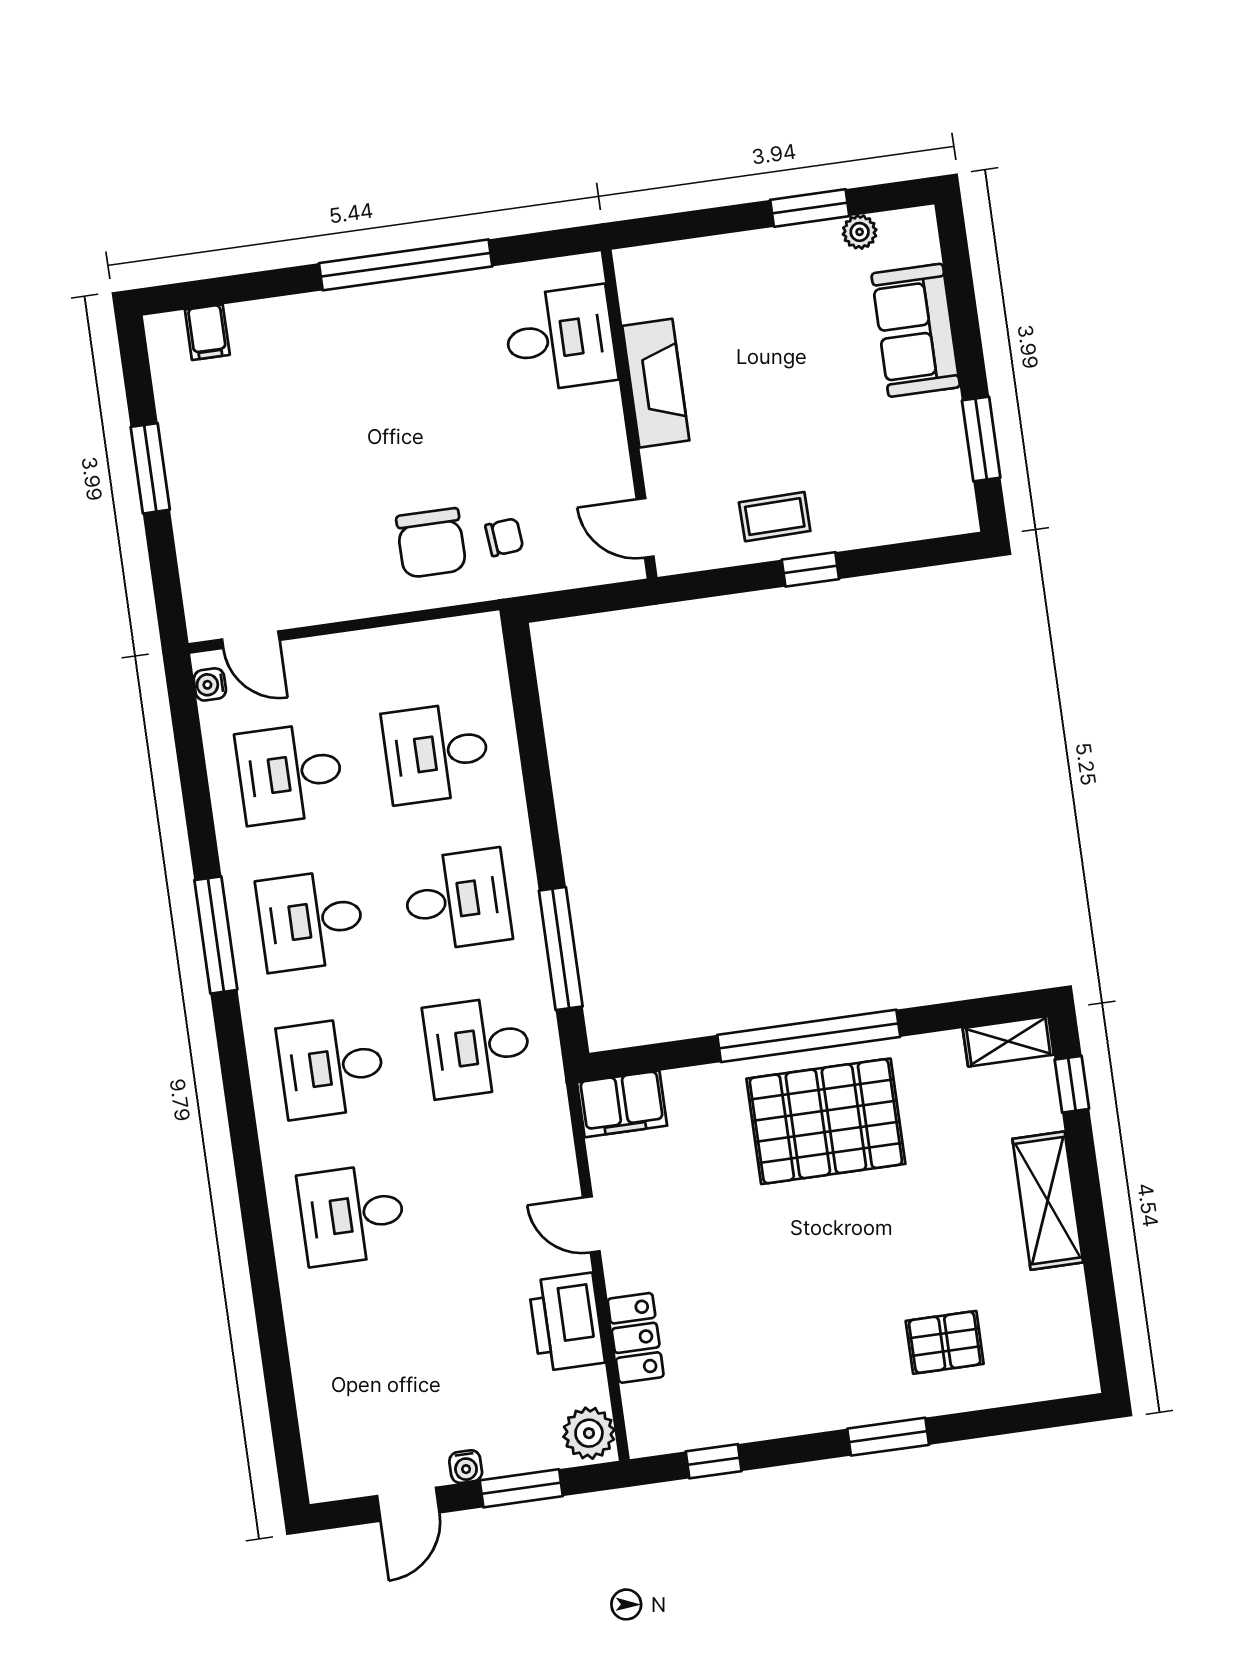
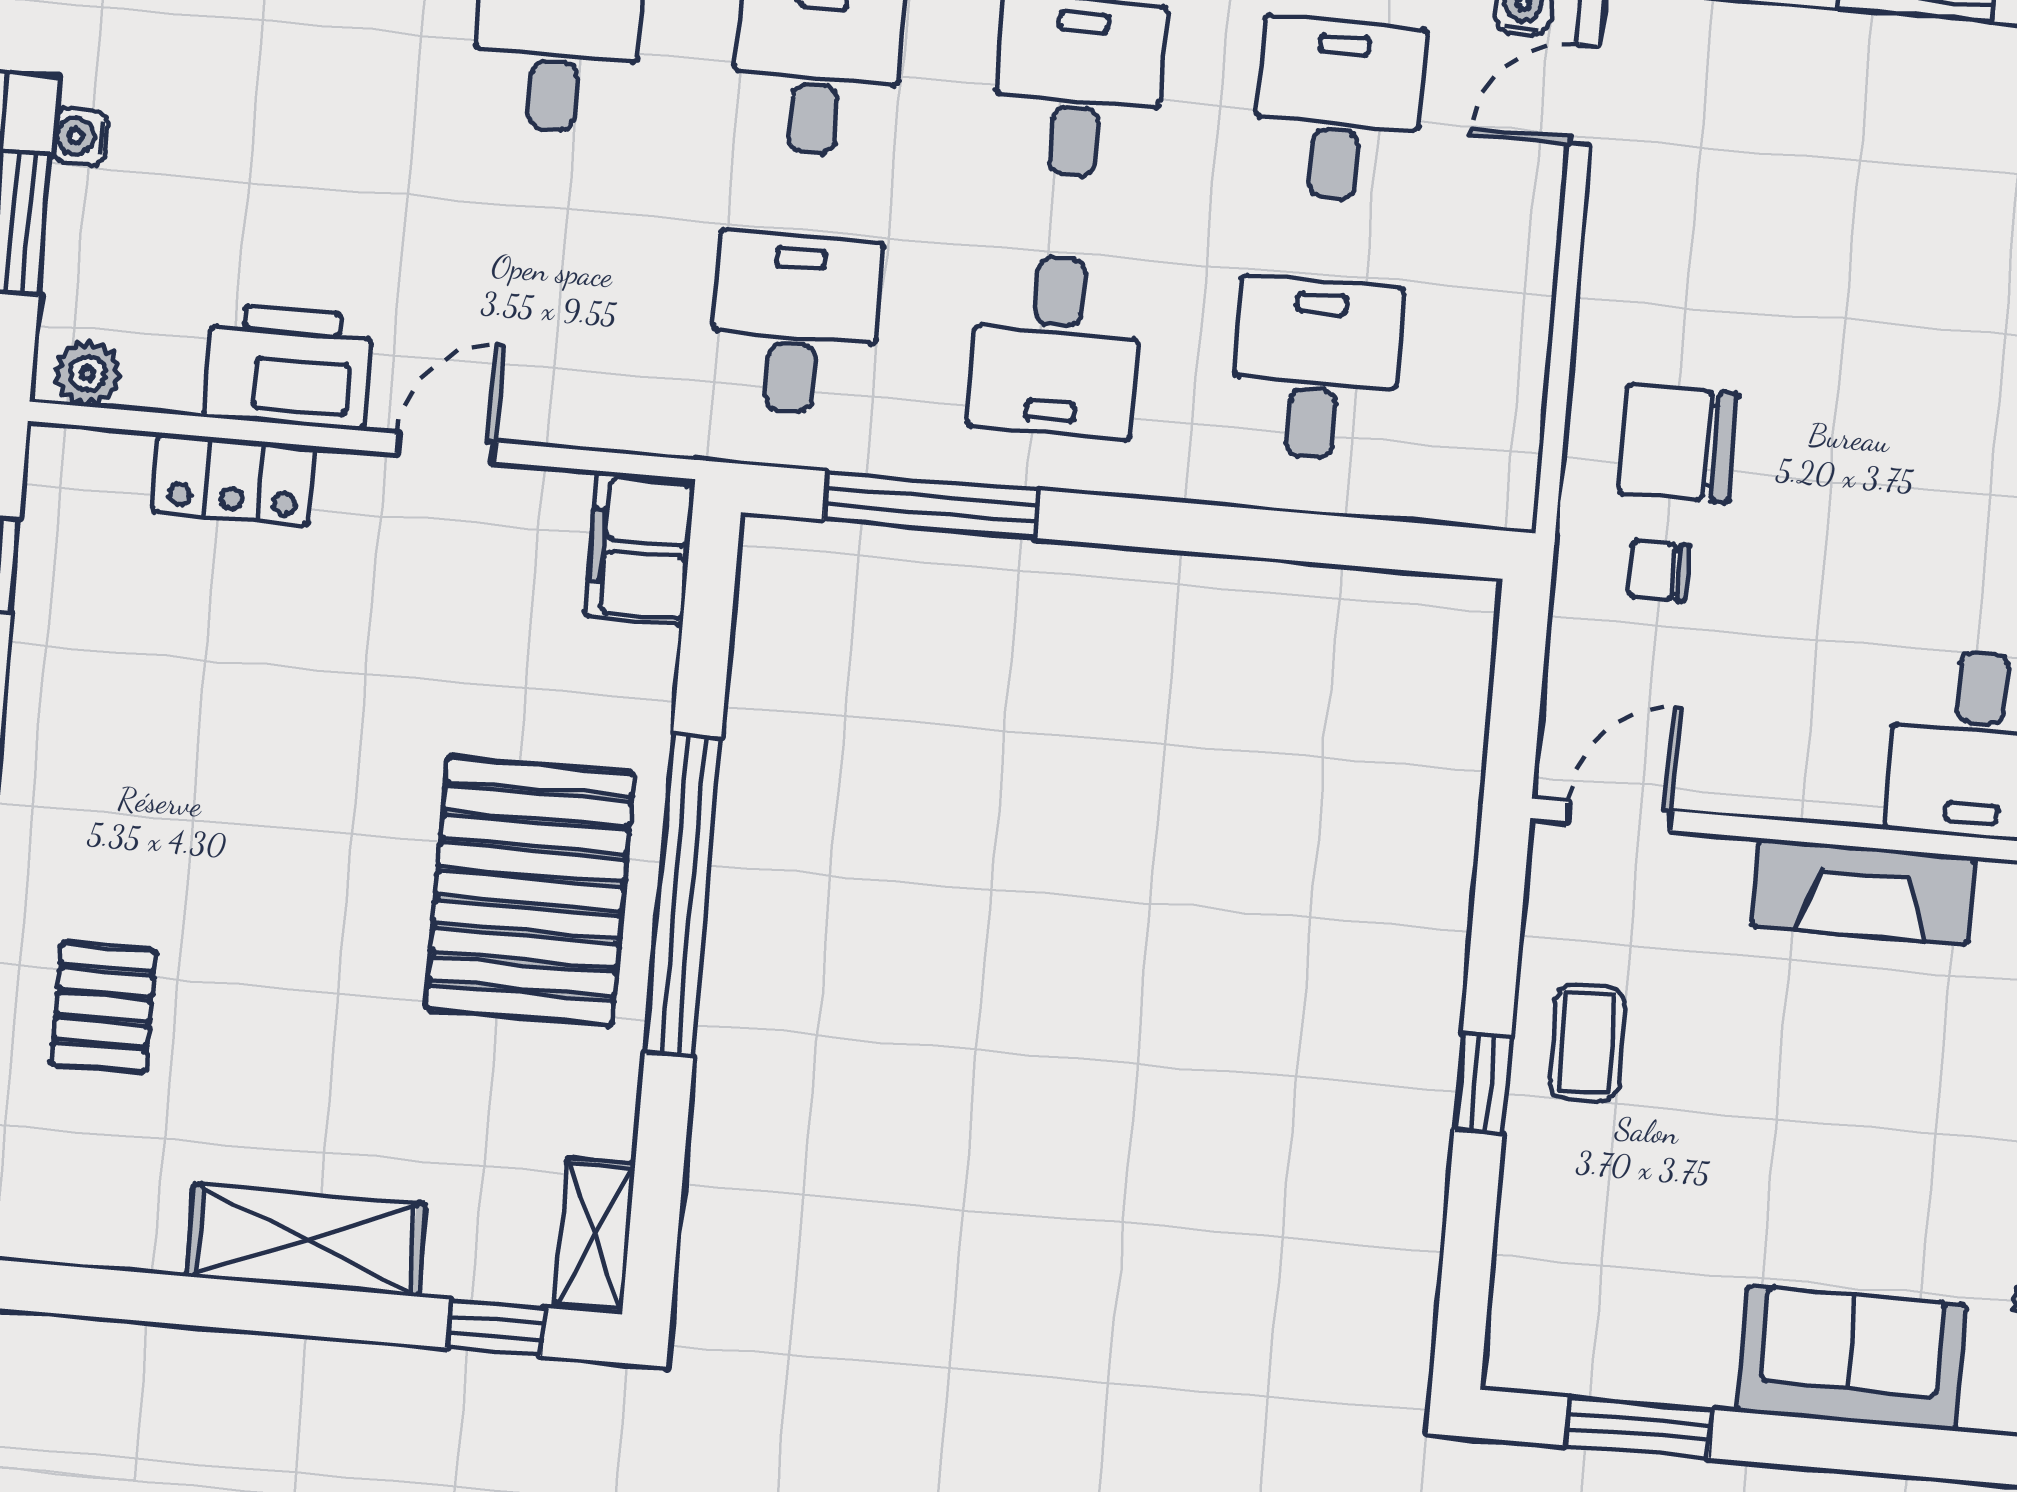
chair: (504, 537) -> (1659, 571), turned 95
plant: (589, 1433) -> (88, 374), width x0.73, depth x0.73

